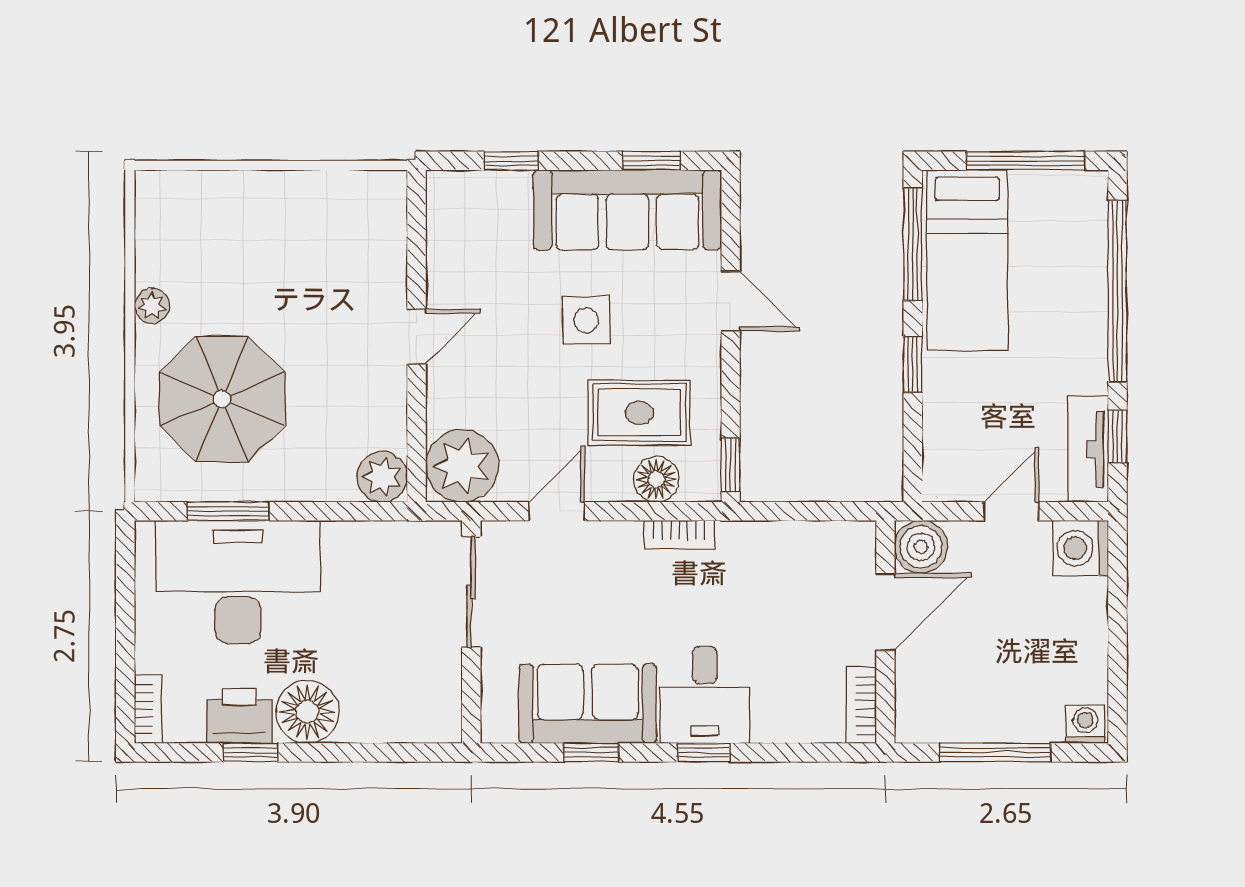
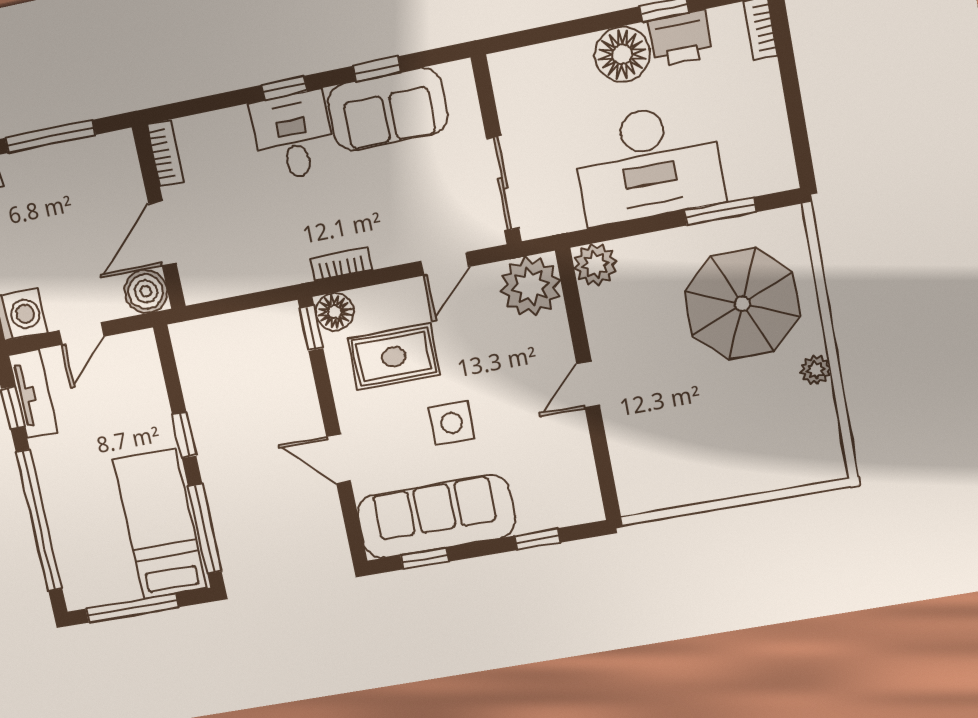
floor lamp: (656, 479) -> (335, 312), moved
desk: (238, 582) -> (648, 164), moved

